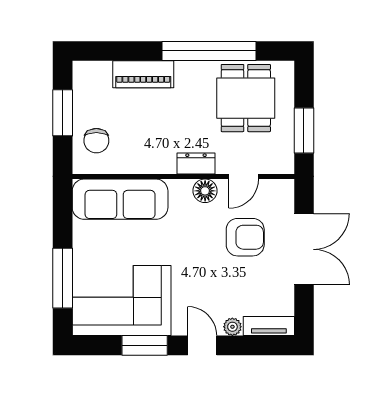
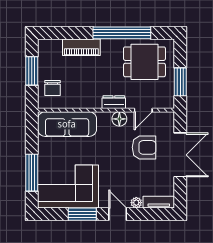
dining table: (246, 98) -> (144, 62), turned 90

